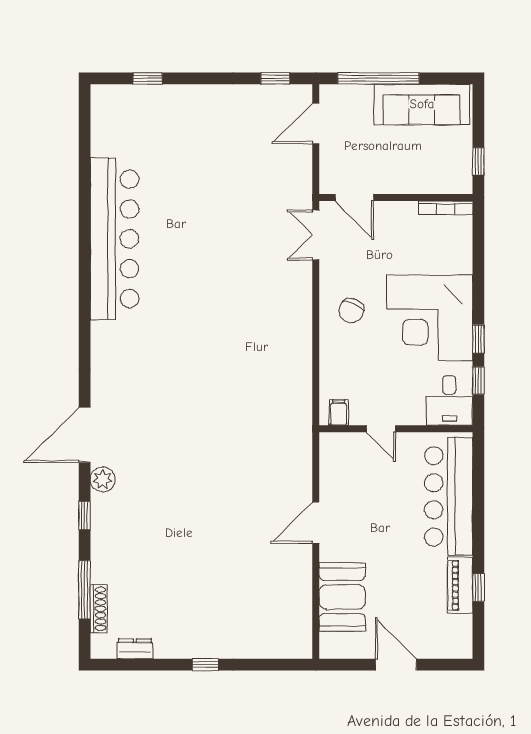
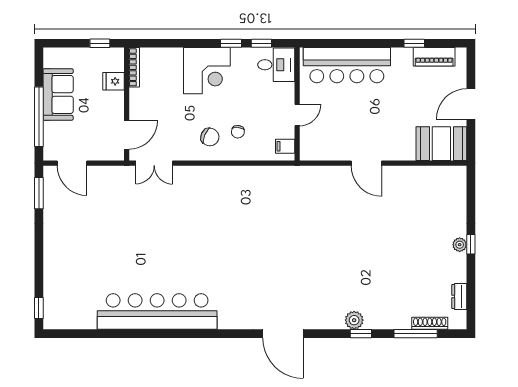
window: (148, 78) -> (39, 308), moved
window: (275, 78) -> (39, 193), width x1.50
sofa: (422, 104) -> (58, 94), width x0.73
fridge: (427, 180) -> (113, 81), added
corner desk: (430, 318) -> (207, 71), width x0.74, depth x0.74
chair: (358, 349) -> (238, 132), added
door: (85, 435) -> (283, 334), moved
plant: (103, 479) -> (354, 320), moved
piano: (460, 585) -> (434, 57), moved
booth: (342, 597) -> (441, 144), moved
plant: (205, 649) -> (460, 245), added

